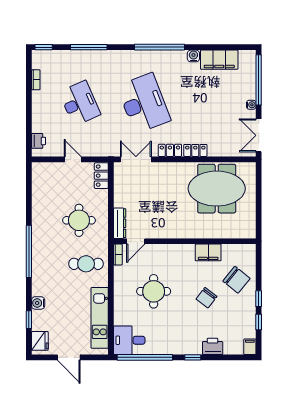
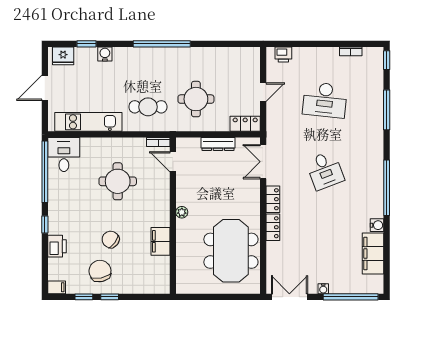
desk: (80, 103) -> (325, 100), turned 30
desk: (144, 103) -> (325, 170), width x0.53, depth x0.77
double door: (136, 159) -> (263, 162), swing flipped
dresser: (120, 223) -> (218, 144), moved
plant: (182, 233) -> (182, 212), added
cafe table: (86, 264) -> (148, 107), turned 90
chair: (236, 280) -> (100, 271), moved, turned 129

